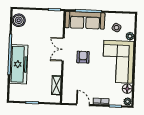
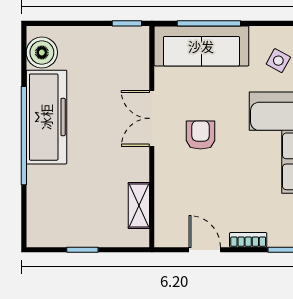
freezer: (19, 64) -> (46, 117), moved

